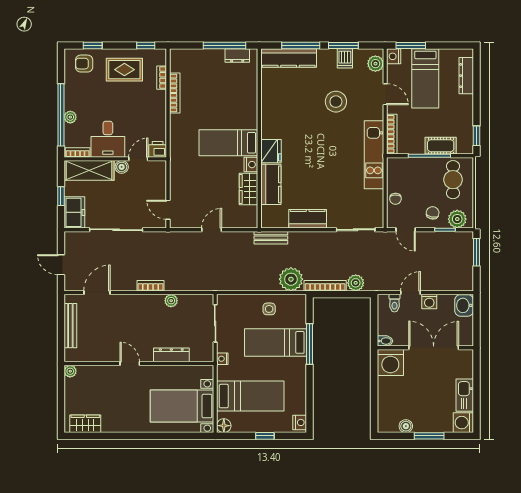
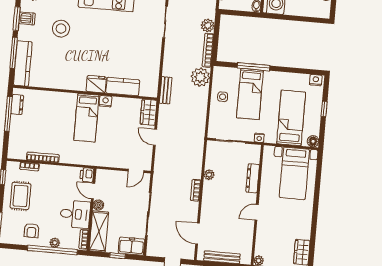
armchair: (84, 64) -> (32, 230), moved
wardrobe: (248, 189) -> (149, 112), moved, turned 90
kitchen counter: (308, 219) -> (153, 59), removed

